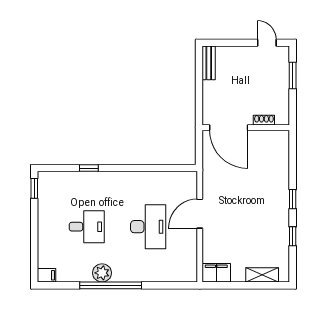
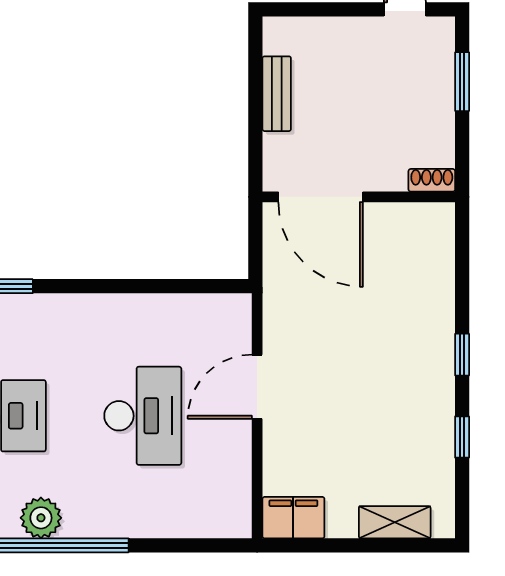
bench: (209, 63) -> (277, 94), moved
shoe rack: (264, 120) -> (432, 180), moved

